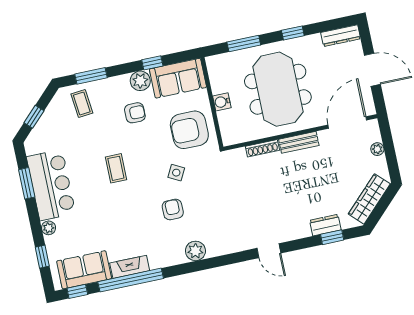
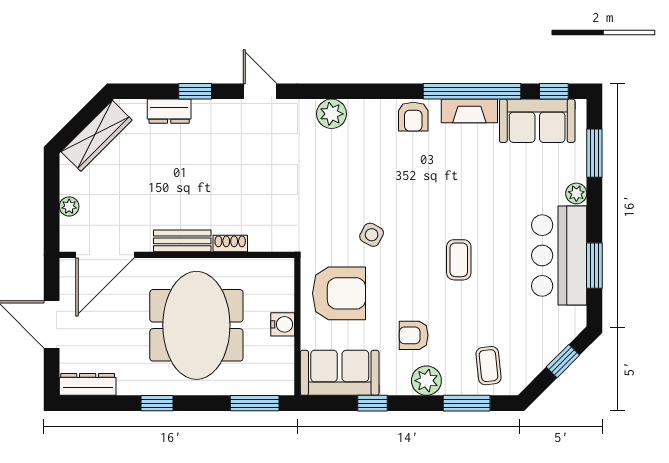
window: (244, 43) -> (255, 403), moved
plant: (140, 81) -> (426, 381), moved
shoe rack: (262, 148) -> (230, 244), width x0.70
armchair: (173, 210) -> (413, 117), moved
window: (332, 237) -> (195, 91), moved
plant: (195, 251) -> (332, 114), moved
window: (42, 257) -> (594, 153), width x1.50

